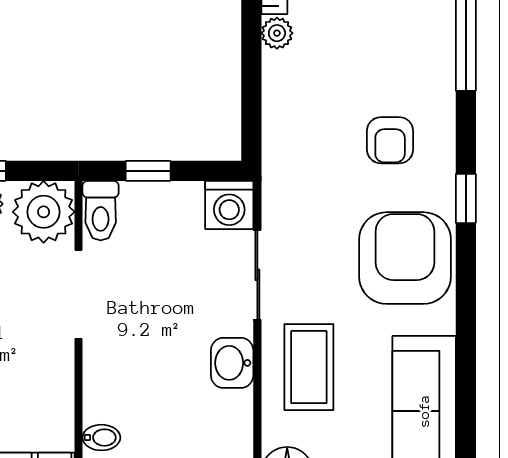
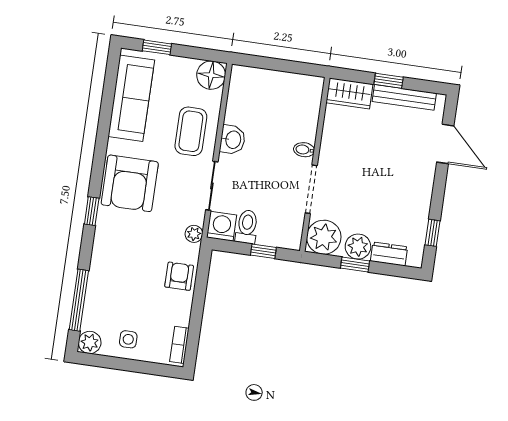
plant: (277, 33) -> (194, 234), moved
armchair: (390, 140) -> (179, 276), moved
toilet: (101, 211) -> (247, 227), moved
bidet: (101, 438) -> (304, 150), moved

